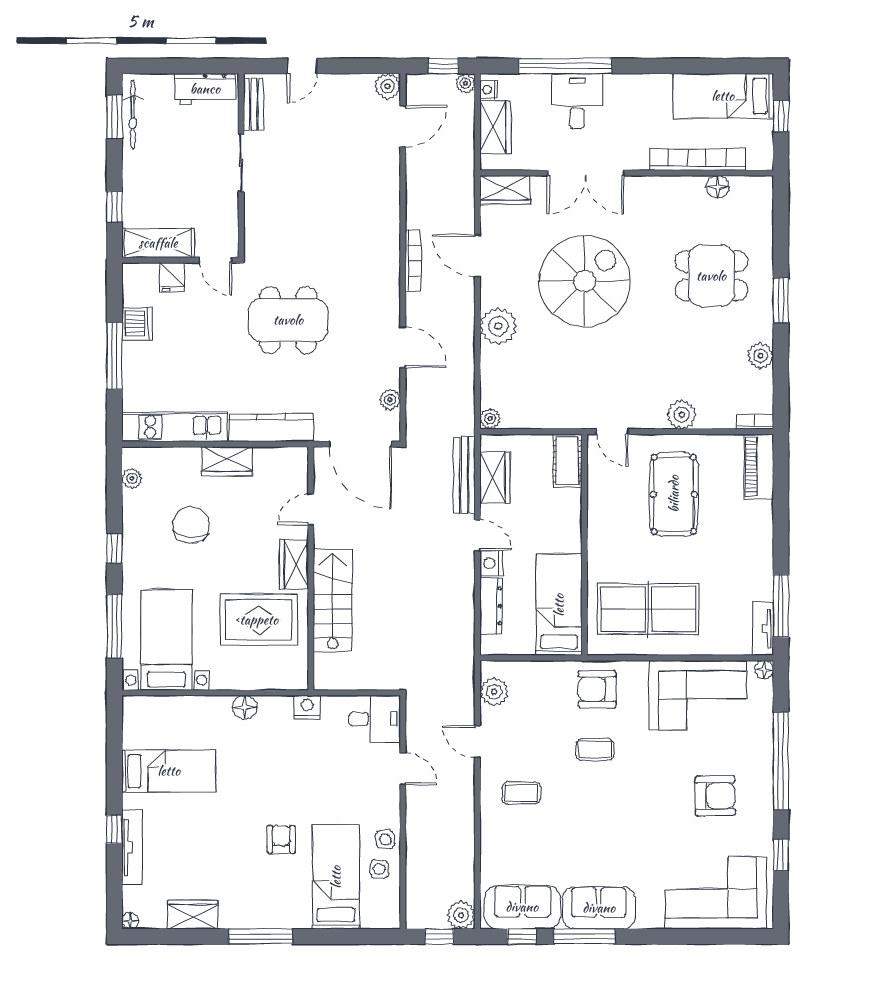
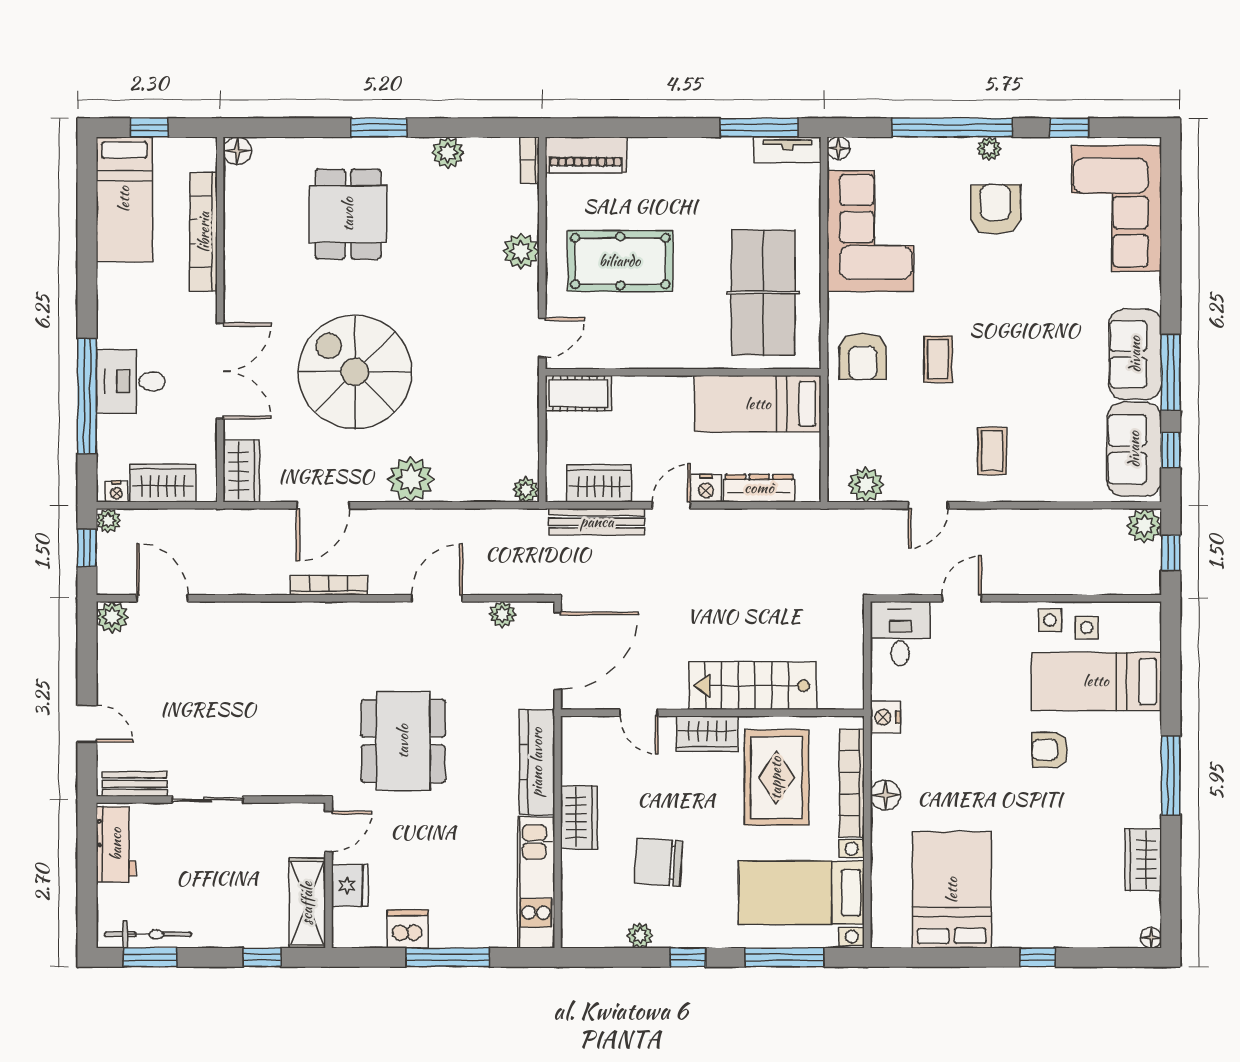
floor lamp: (718, 187) -> (237, 151), moved
fridge: (172, 277) -> (350, 885), width x1.38
plant: (132, 478) -> (640, 935), moved
bookcase: (254, 680) -> (852, 783), added
bed: (169, 771) -> (952, 890), width x1.50
plant: (764, 791) -> (989, 149), added
tv unit: (132, 847) -> (1060, 935), removed

